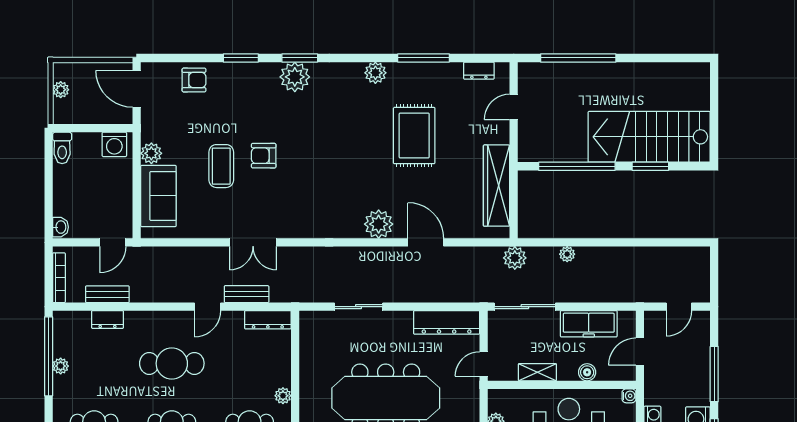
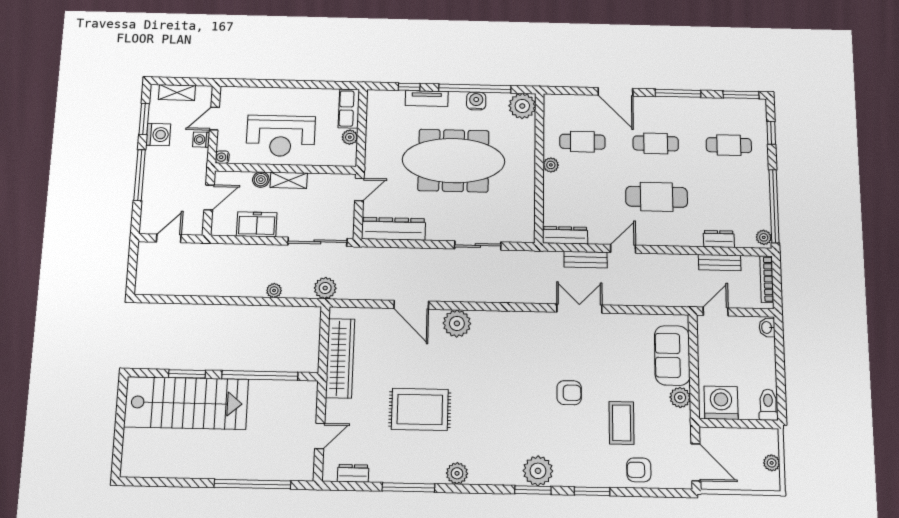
rug: (414, 136) -> (420, 409), turned 90
washing machine: (114, 144) -> (721, 403), width x1.37, depth x1.37
coffee table: (221, 166) -> (622, 423), moved
freezer: (589, 324) -> (257, 224), width x0.71
plant: (61, 366) -> (764, 237), moved
shelving: (537, 372) -> (289, 180), moved

